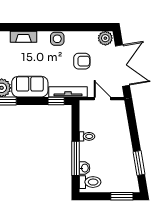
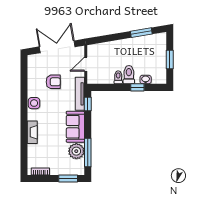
plant: (105, 38) -> (33, 62), removed
armchair: (82, 61) -> (53, 82), turned 90
window: (75, 158) -> (137, 87), width x0.46
toilet: (90, 182) -> (129, 75), moved
window: (122, 196) -> (170, 60), moved

